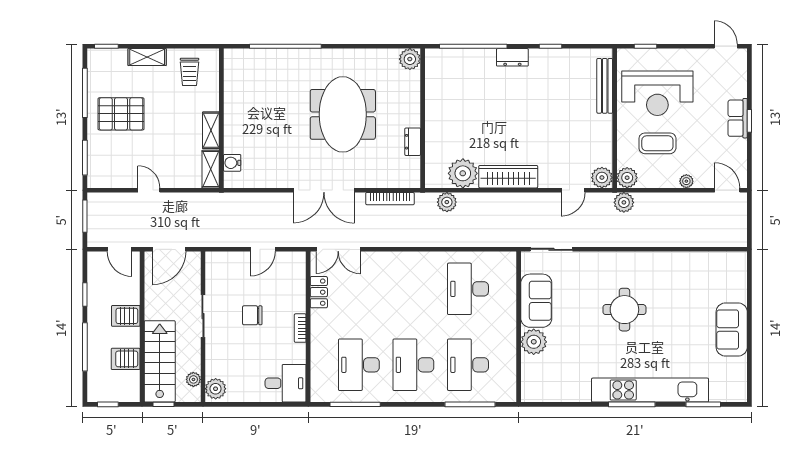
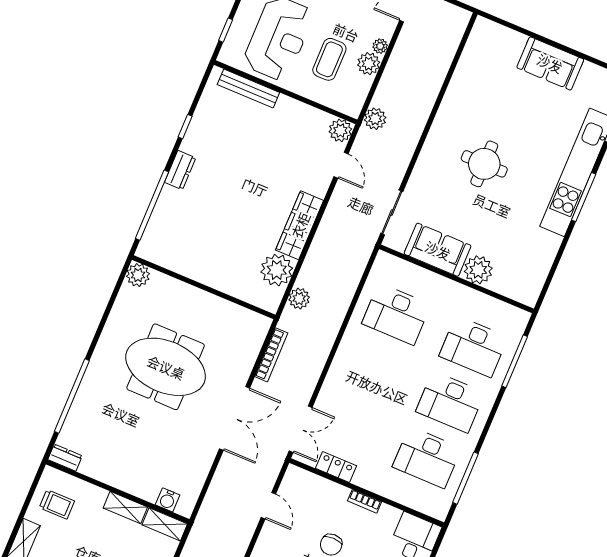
dresser: (413, 142) -> (65, 458), moved, turned 180
plant: (627, 178) -> (369, 64), moved

